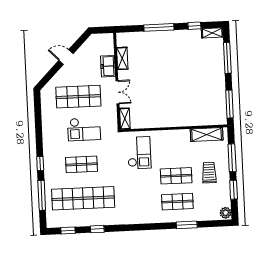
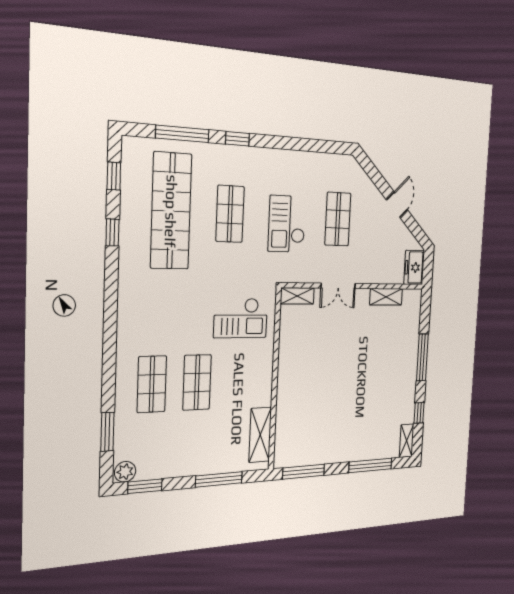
freezer: (108, 66) -> (414, 267), moved, turned -90
shop shelf: (78, 97) -> (338, 219), width x0.70, depth x0.74
trolley: (209, 173) -> (198, 440), removed
window: (234, 190) -> (145, 486), moved
window: (187, 225) -> (107, 432), moved

